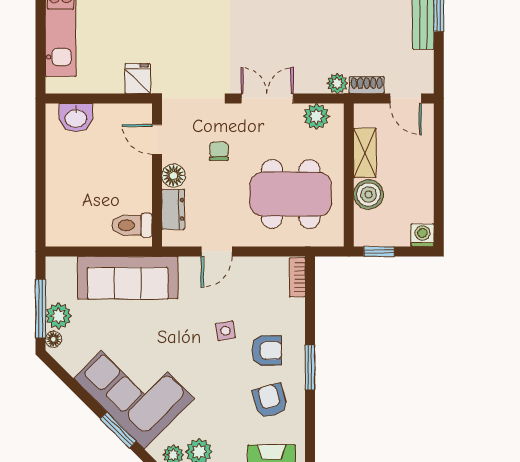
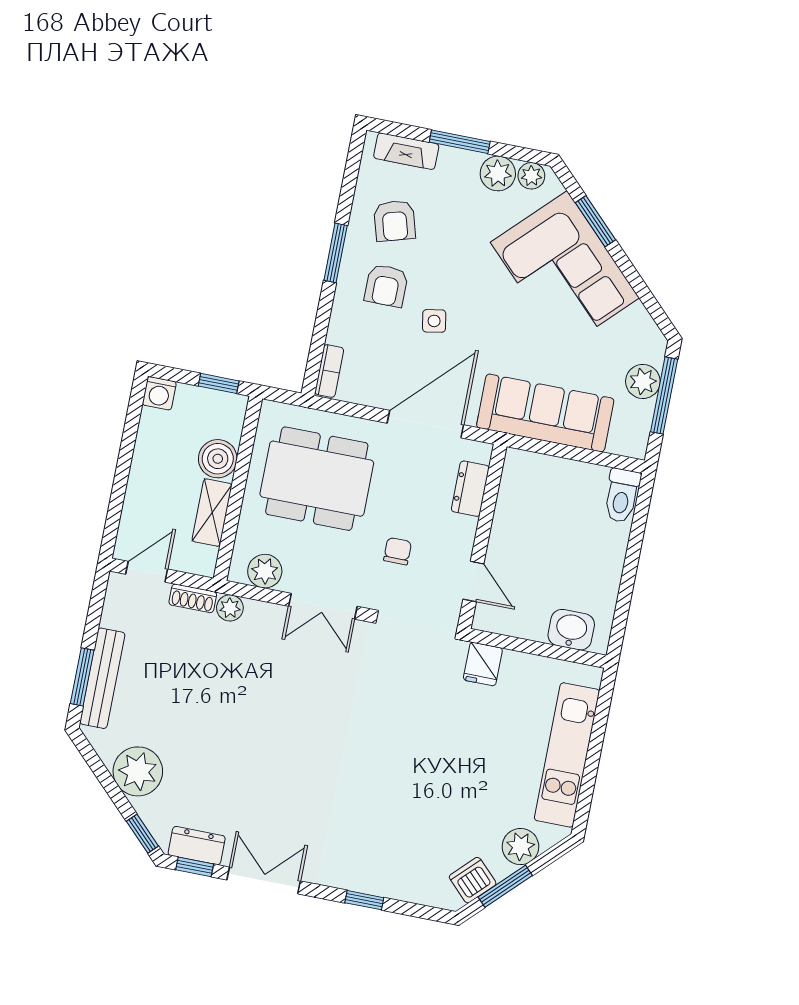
door: (406, 98) -> (147, 572), hinge flipped
chair: (219, 151) -> (398, 551), turned 180
floor lamp: (174, 176) -> (461, 531), removed
toilet: (132, 225) -> (622, 496), moved, turned 90
door: (217, 251) -> (425, 424), width x1.87
floor lamp: (53, 339) -> (655, 353), removed
armchair: (267, 350) -> (386, 286), turned -90

